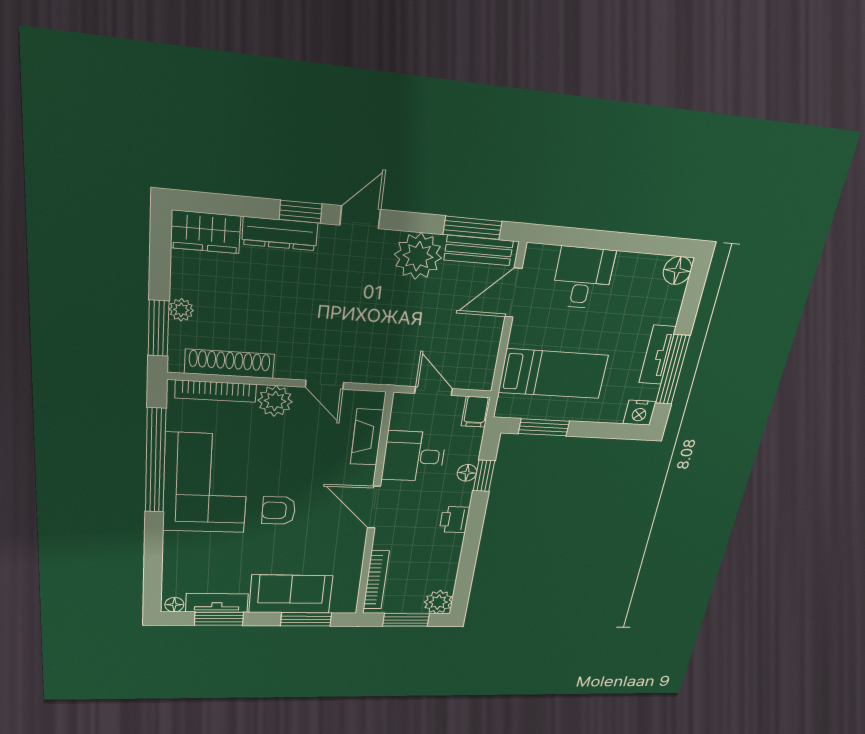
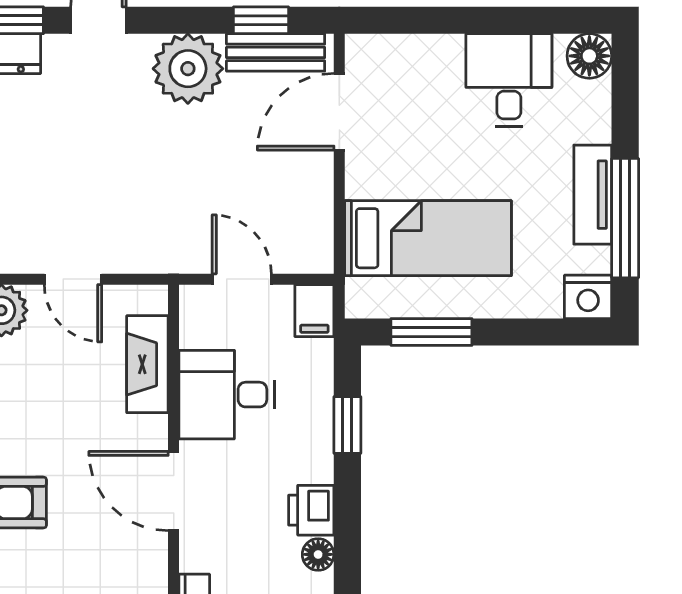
window: (473, 228) -> (261, 20), width x0.67
desk: (583, 278) -> (509, 80), moved
floor lamp: (467, 473) -> (318, 554), moved

